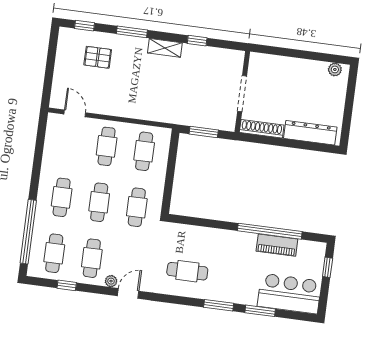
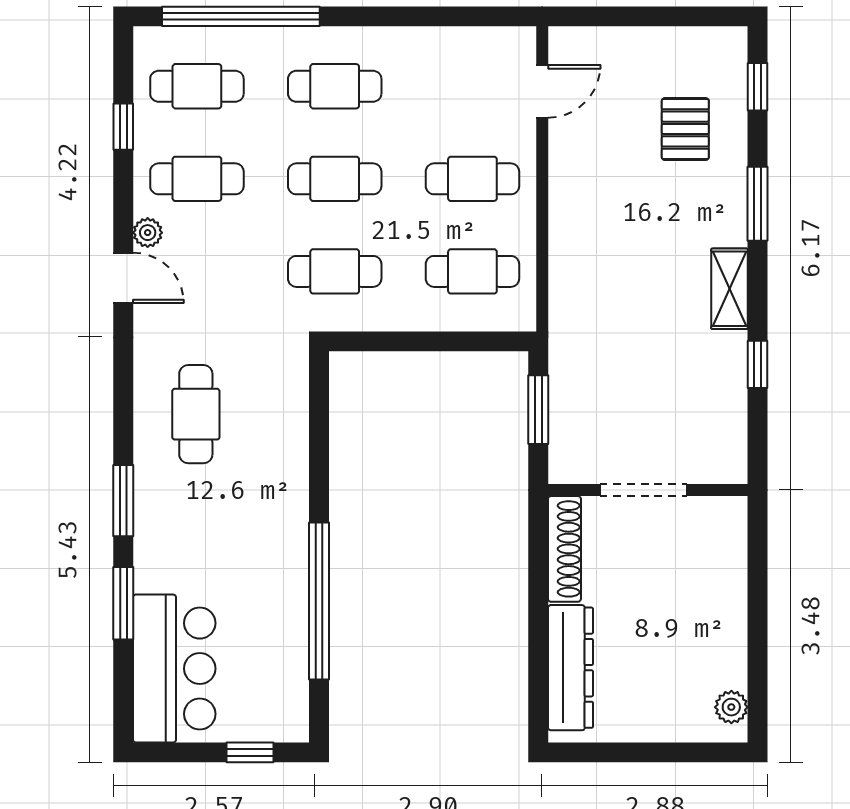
piano: (277, 245) -> (288, 623), removed

